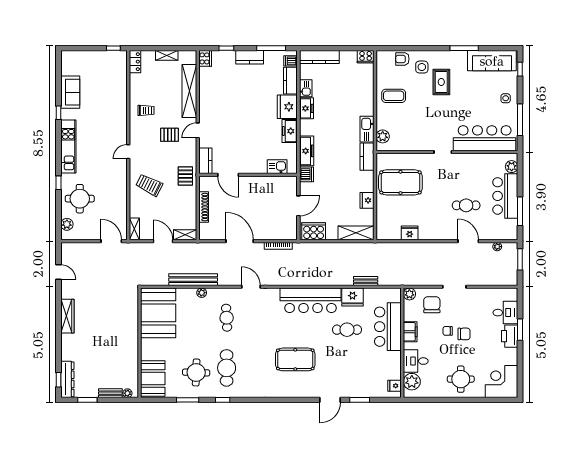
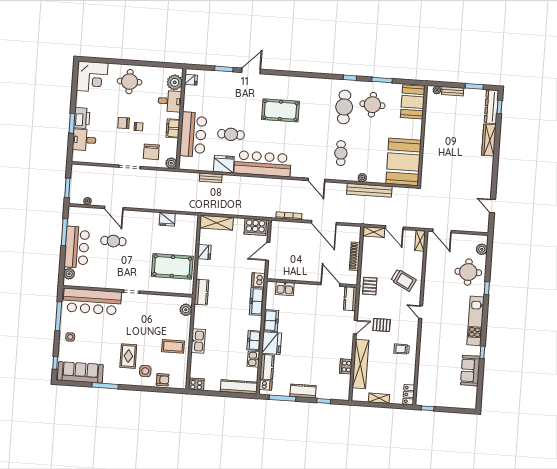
cooker: (205, 58) -> (346, 366), moved
kitchen sink: (367, 129) -> (198, 341), moved
door: (128, 152) -> (421, 312), swing flipped
wardrobe: (67, 316) -> (489, 140), moved

